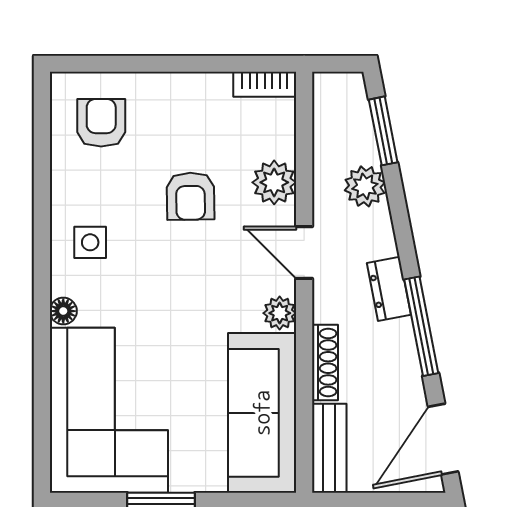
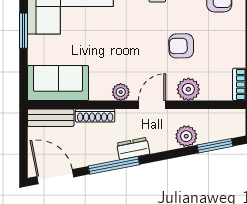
sofa: (262, 413) -> (58, 83), width x0.73

